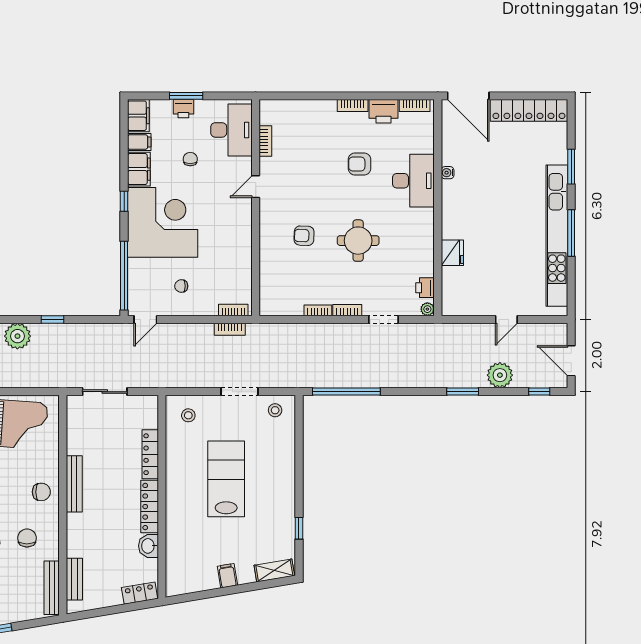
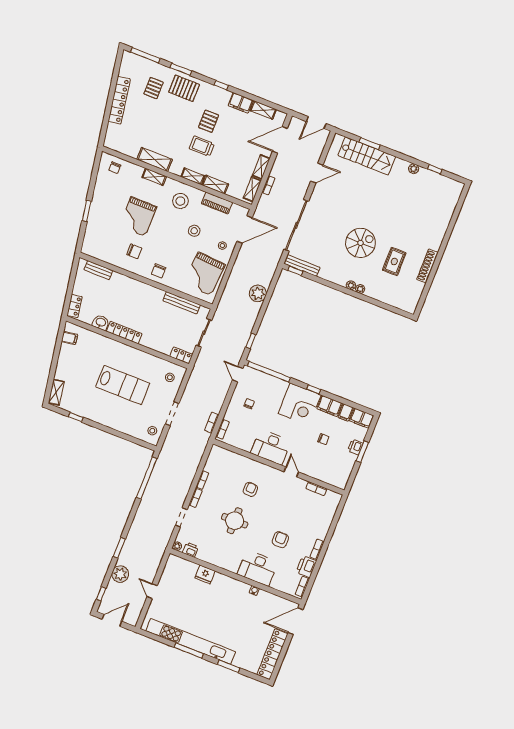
desk: (231, 130) -> (271, 447), moved
corner desk: (163, 222) -> (300, 404), width x0.74, depth x0.74
window: (53, 319) -> (251, 341), moved
locker: (150, 454) -> (181, 355), moved, width x0.66
bench: (74, 484) -> (182, 303), moved
filing cabinet: (227, 576) -> (69, 338), moved
bench: (52, 588) -> (99, 254), removed

